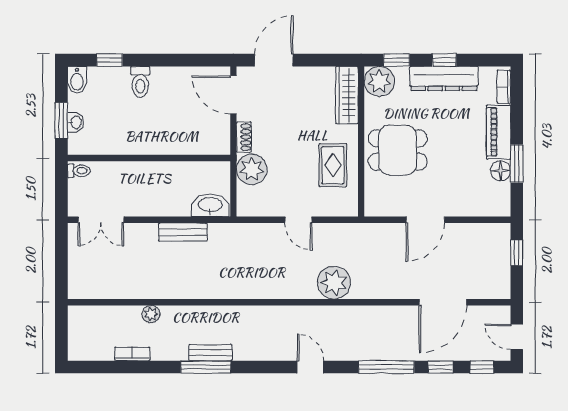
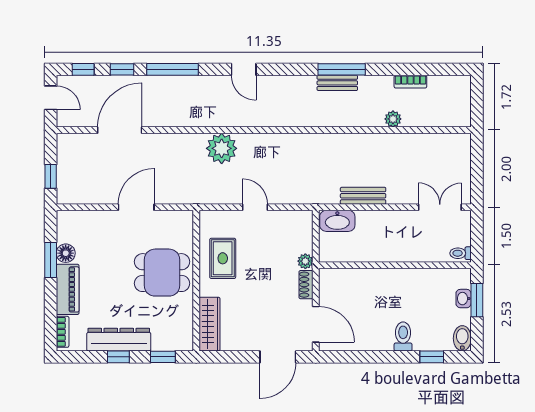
plant: (379, 81) -> (179, 337), removed
plant: (252, 169) -> (305, 261), width x0.53, depth x0.53

